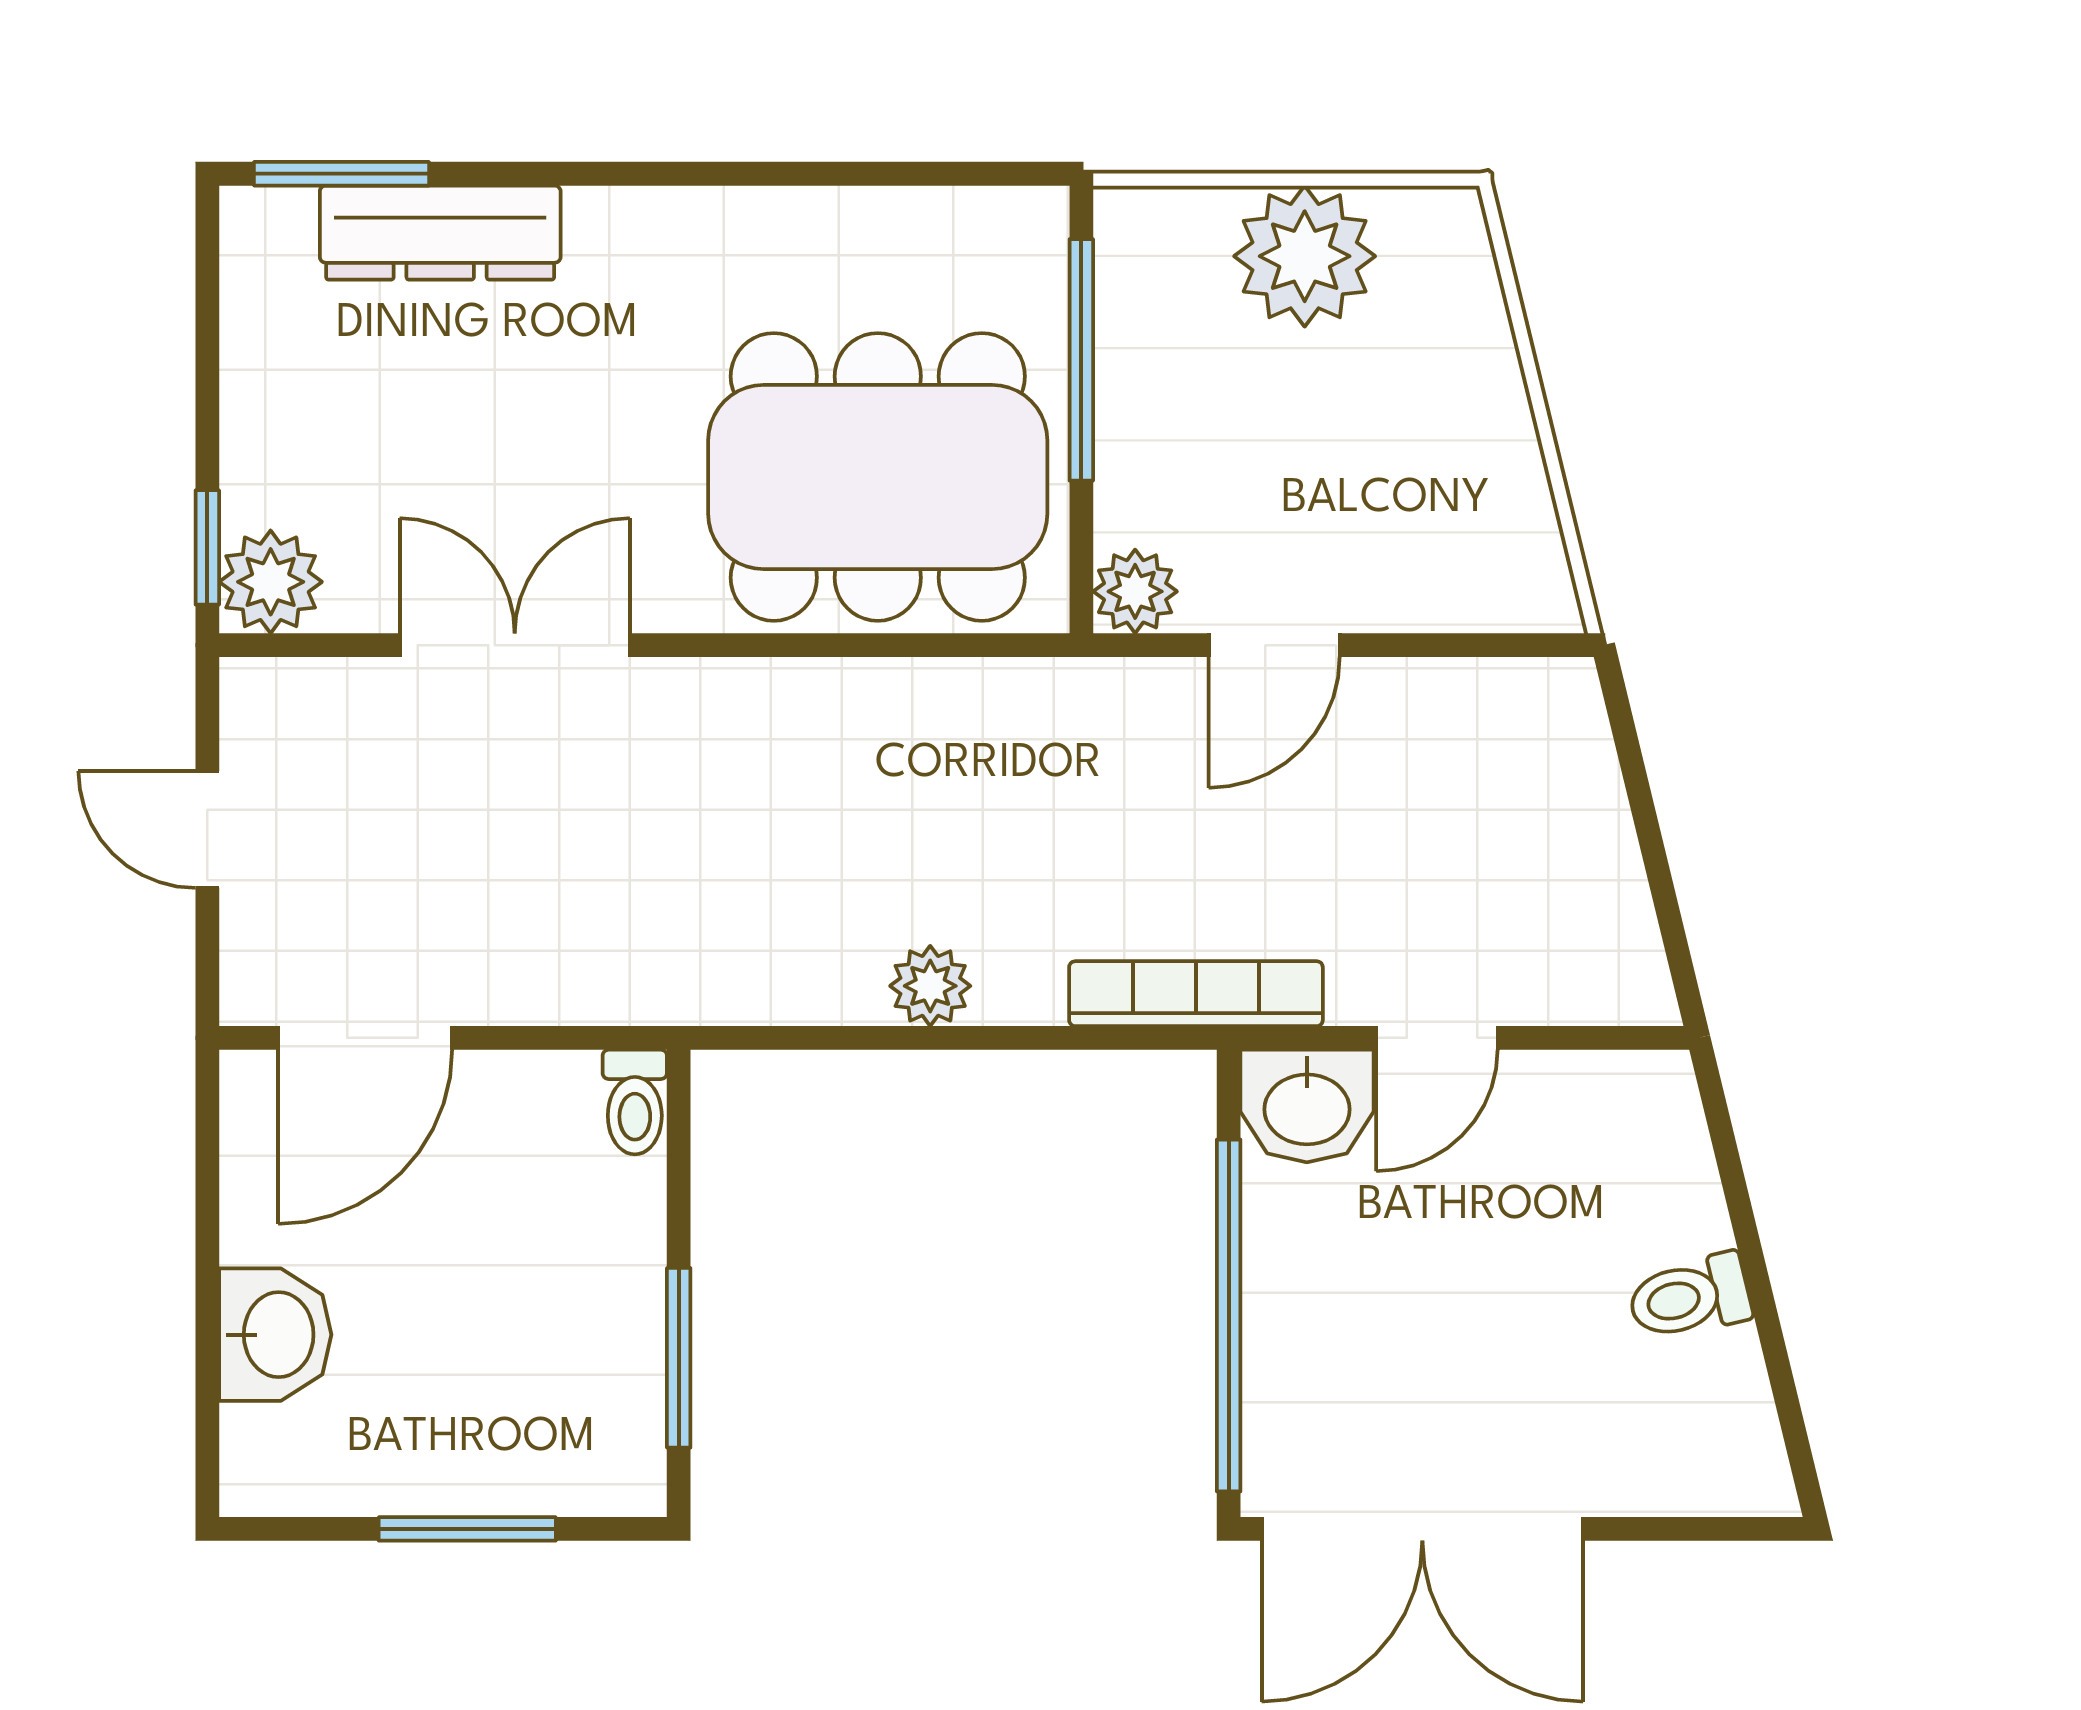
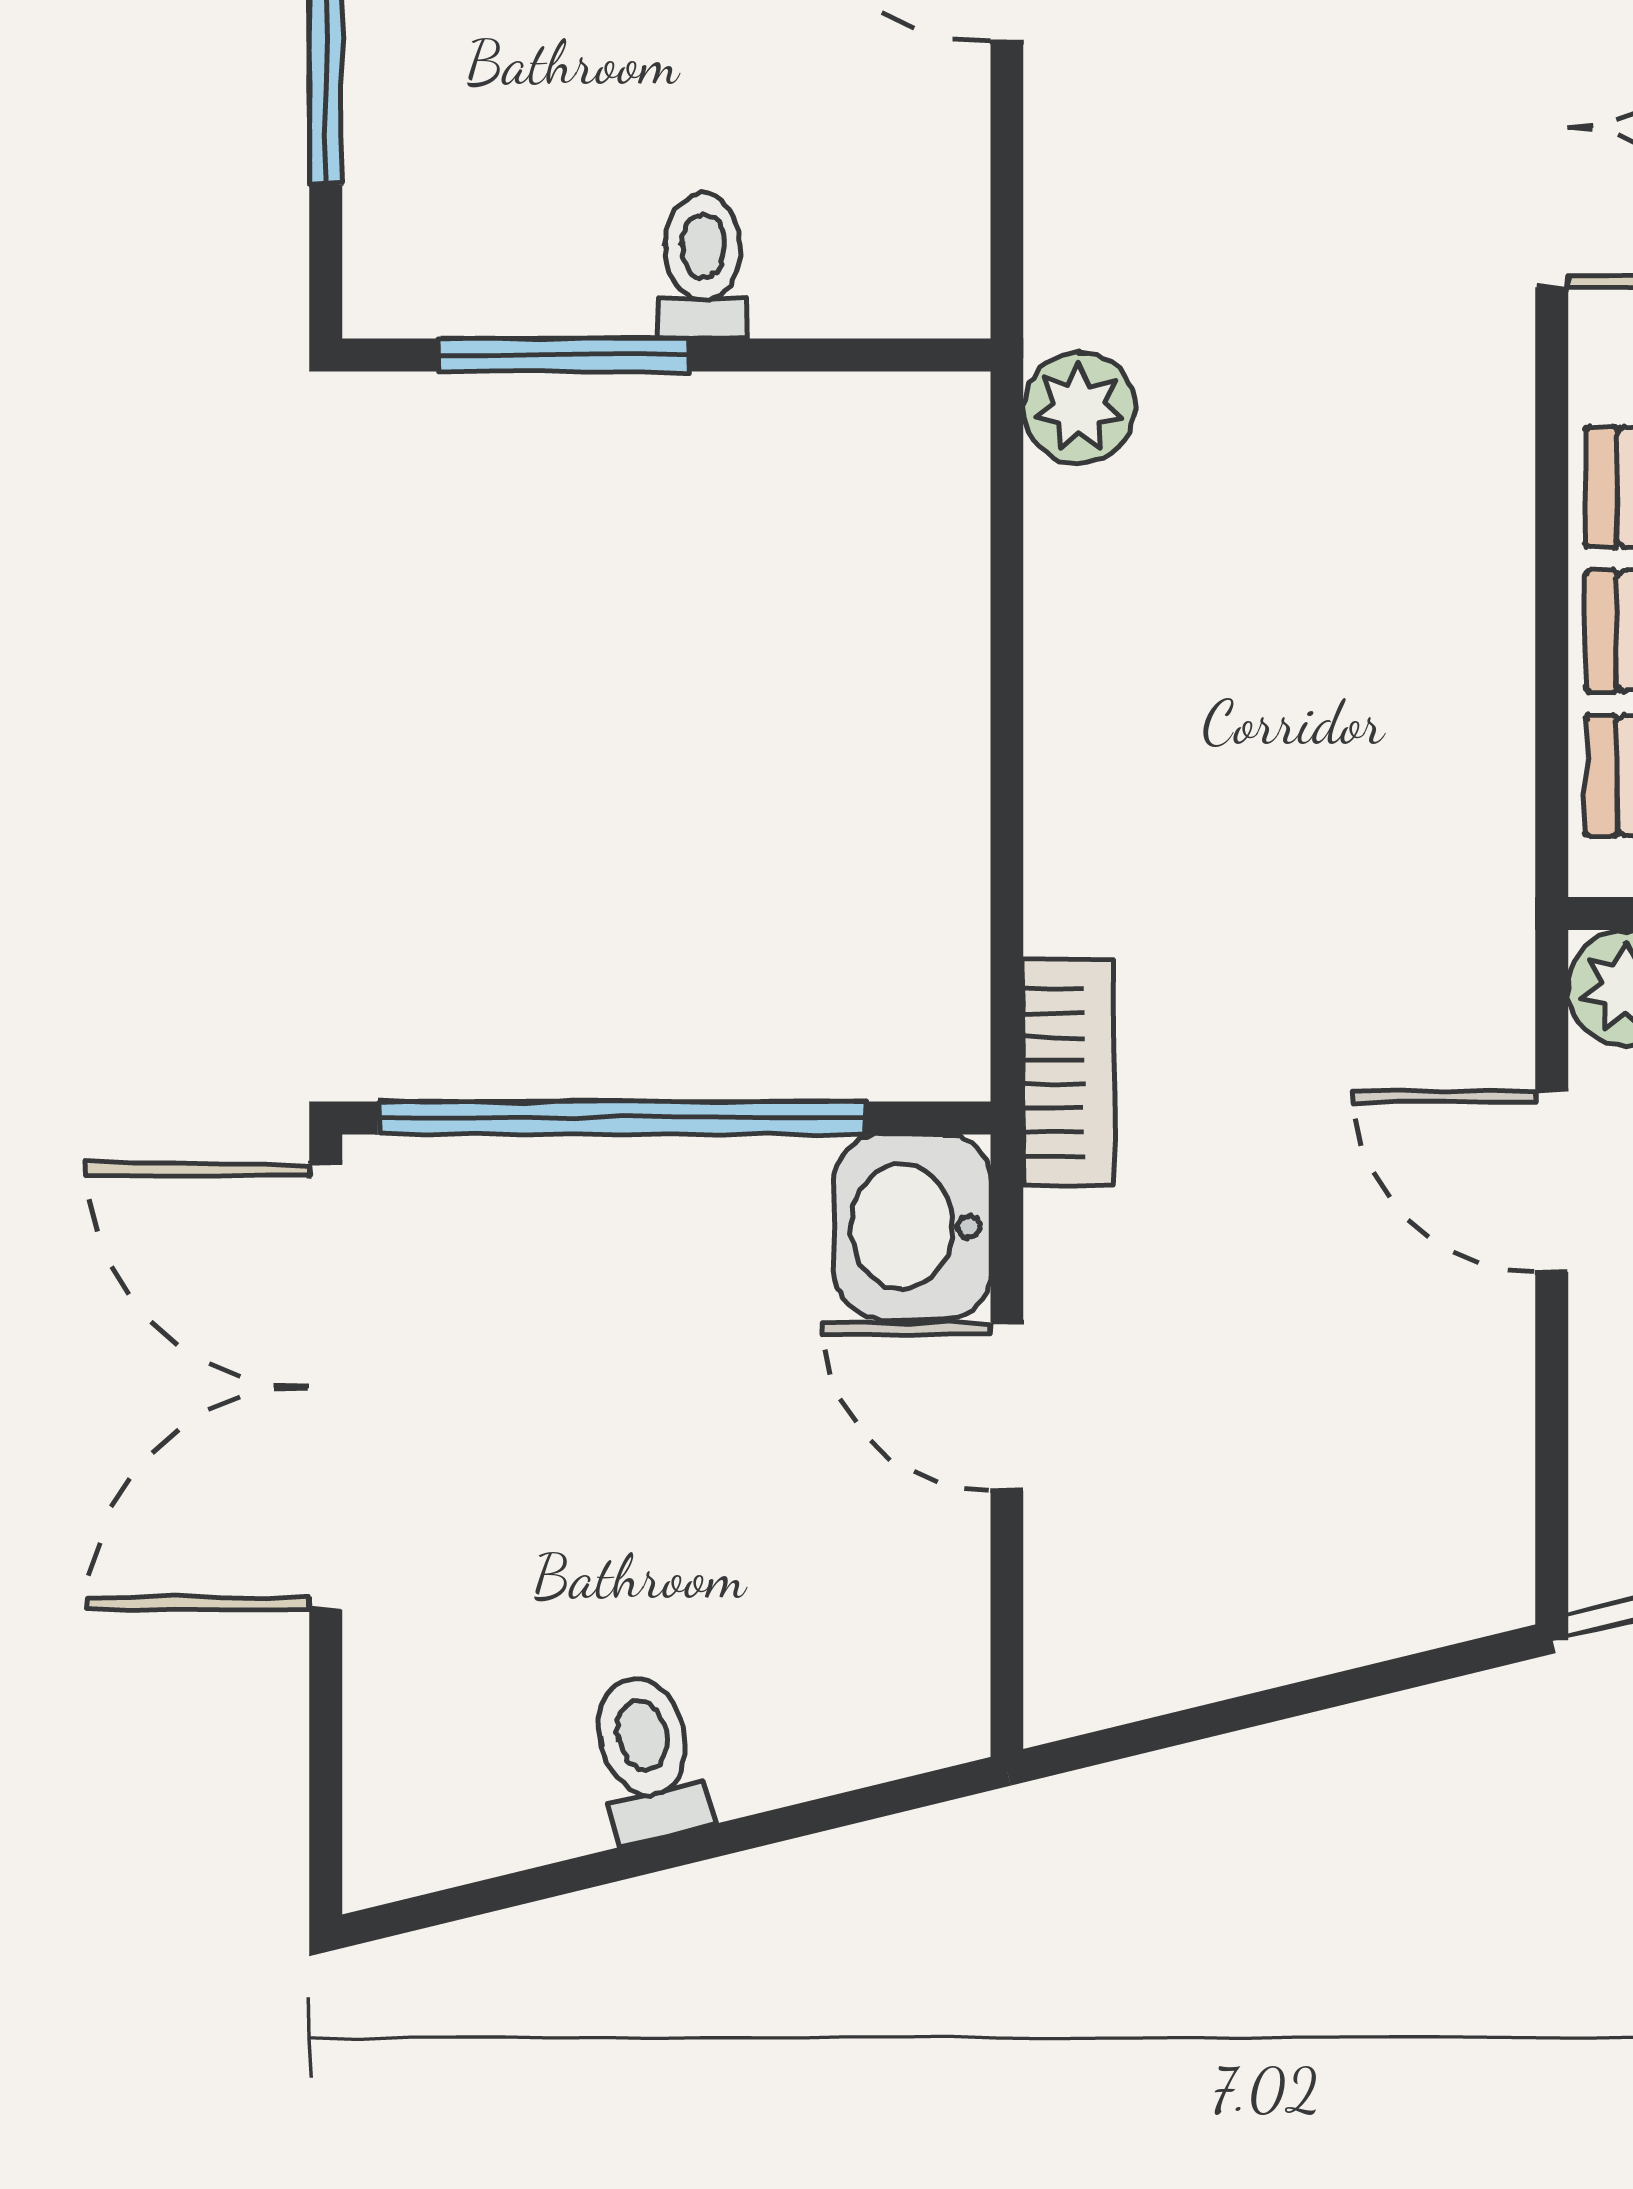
plant: (930, 986) -> (1079, 408), moved
bookcase: (1196, 994) -> (1068, 1073), width x0.64
toilet: (635, 1102) -> (703, 266), moved, turned 90

